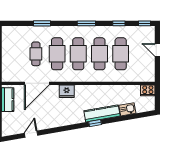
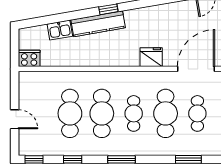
cafe table: (78, 54) -> (134, 113), width x0.73, depth x0.74

